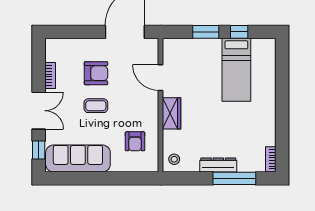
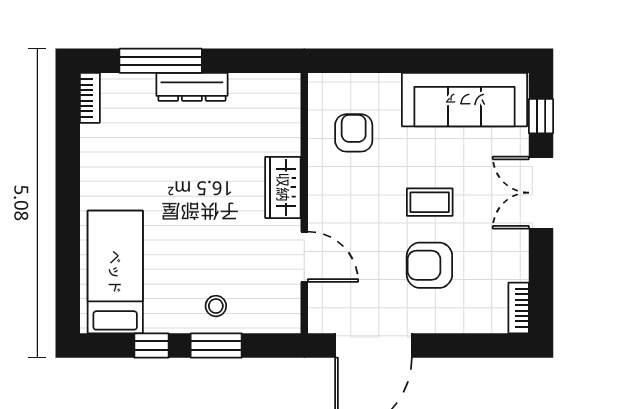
bed: (236, 70) -> (115, 272), moved
bookcase: (50, 76) -> (519, 308), moved
stool: (174, 159) -> (216, 306), moved

